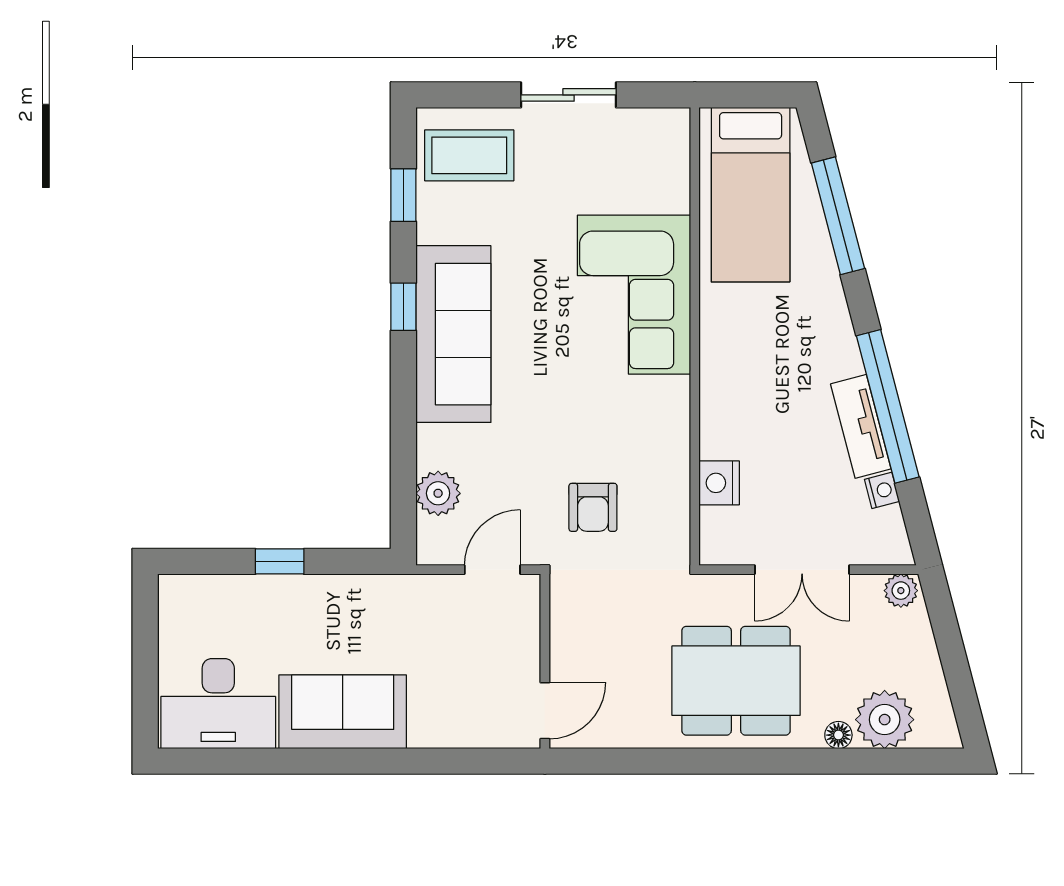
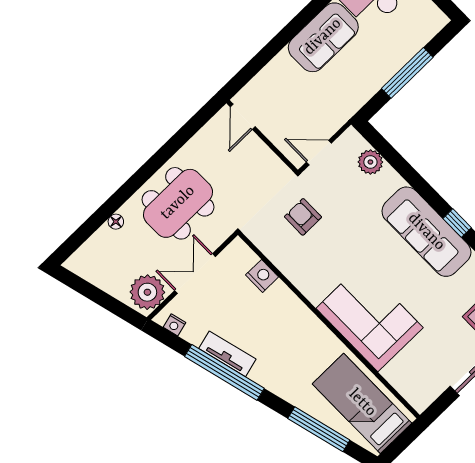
nightstand: (882, 490) -> (174, 325), moved
window: (280, 561) -> (407, 73), width x2.17
door: (492, 570) -> (319, 153), swing flipped
plant: (901, 591) -> (147, 292), width x1.87, depth x1.87
plant: (885, 720) -> (103, 246), removed

